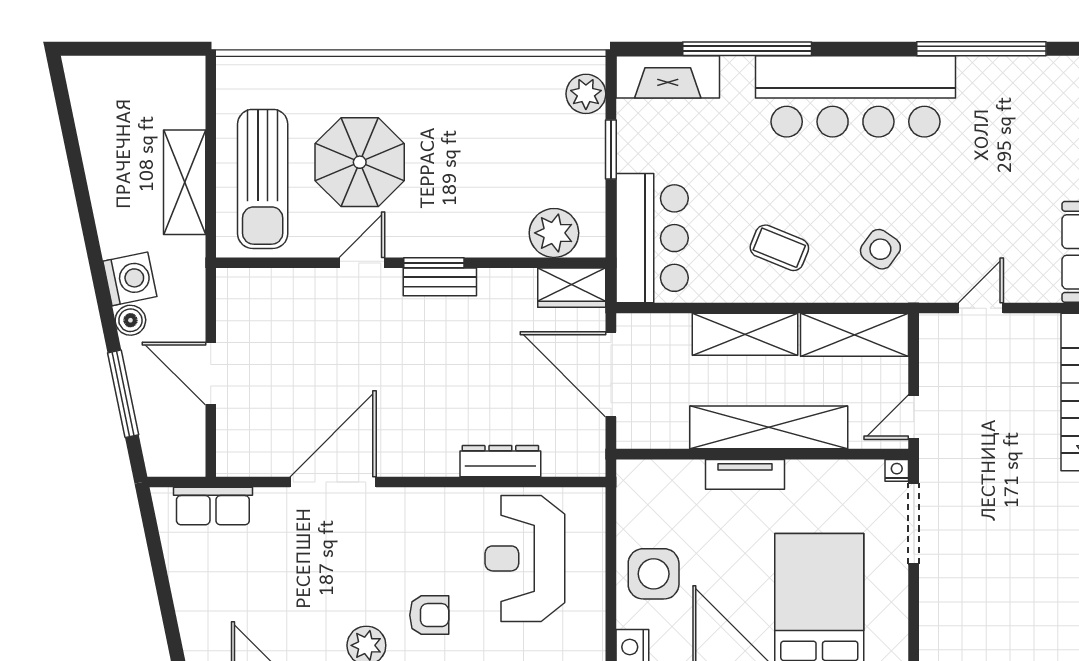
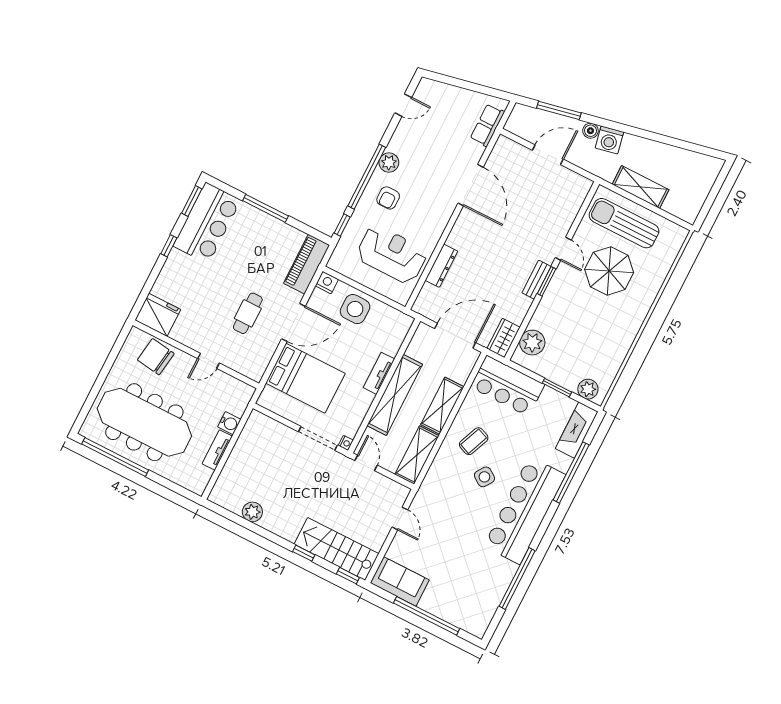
side table: (880, 249) -> (484, 477), moved

